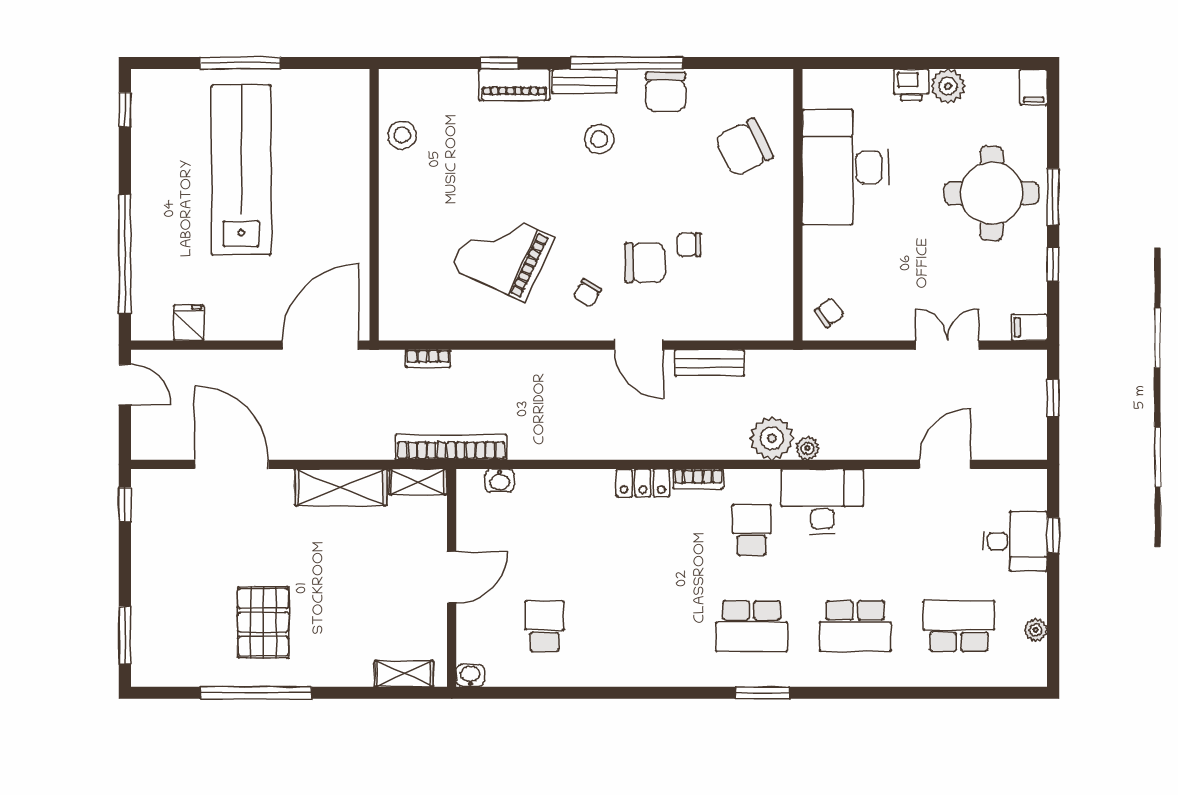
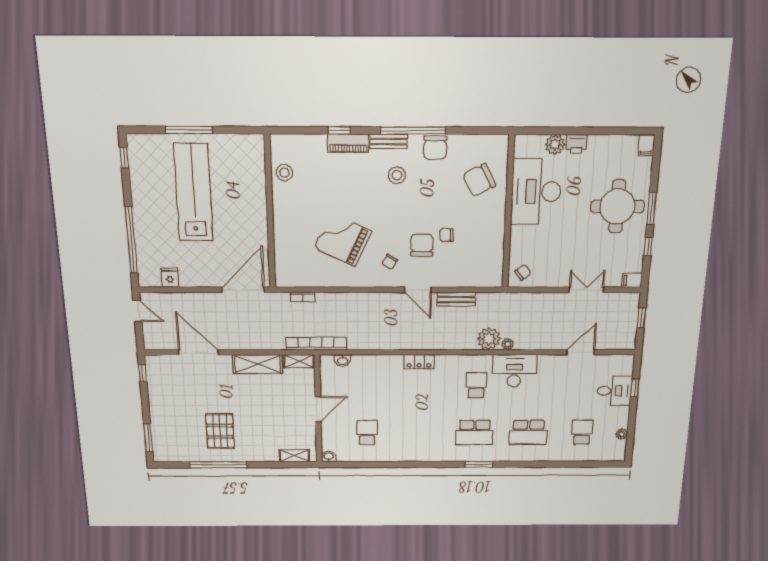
plant: (948, 86) -> (555, 144), moved
chair: (645, 263) -> (422, 245), turned -90
bookcase: (698, 479) -> (449, 360), removed
school desk: (959, 626) -> (582, 432), width x0.54

